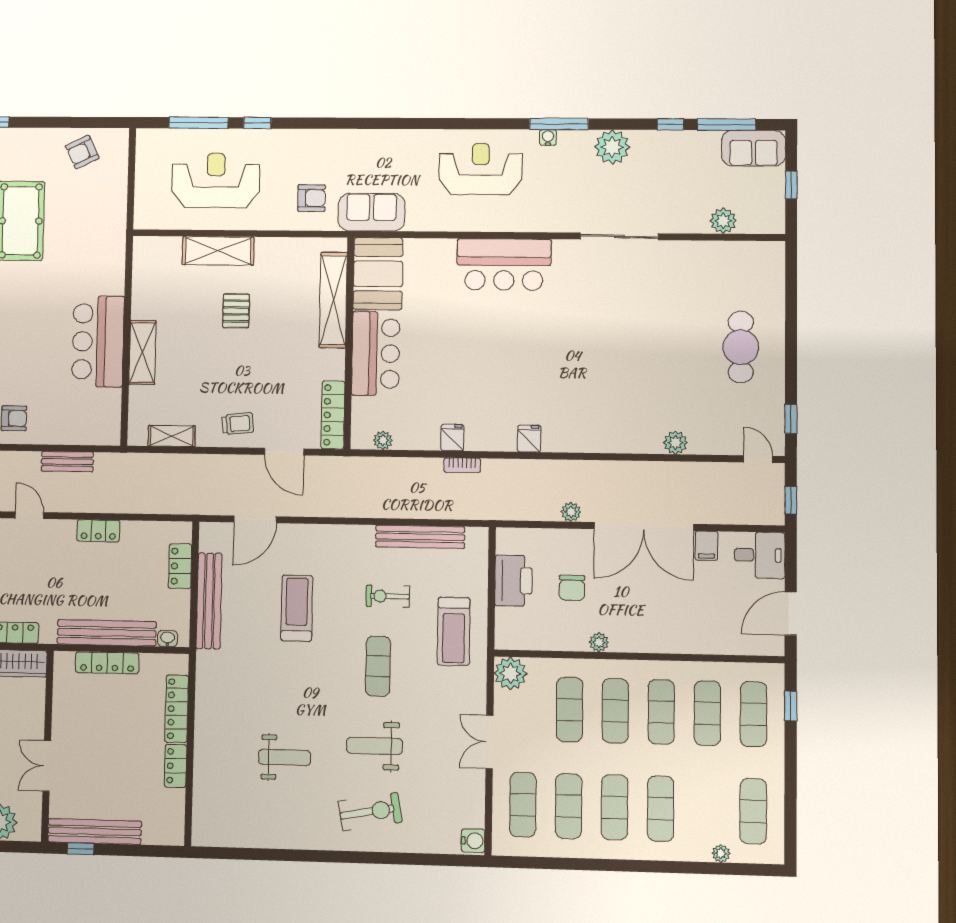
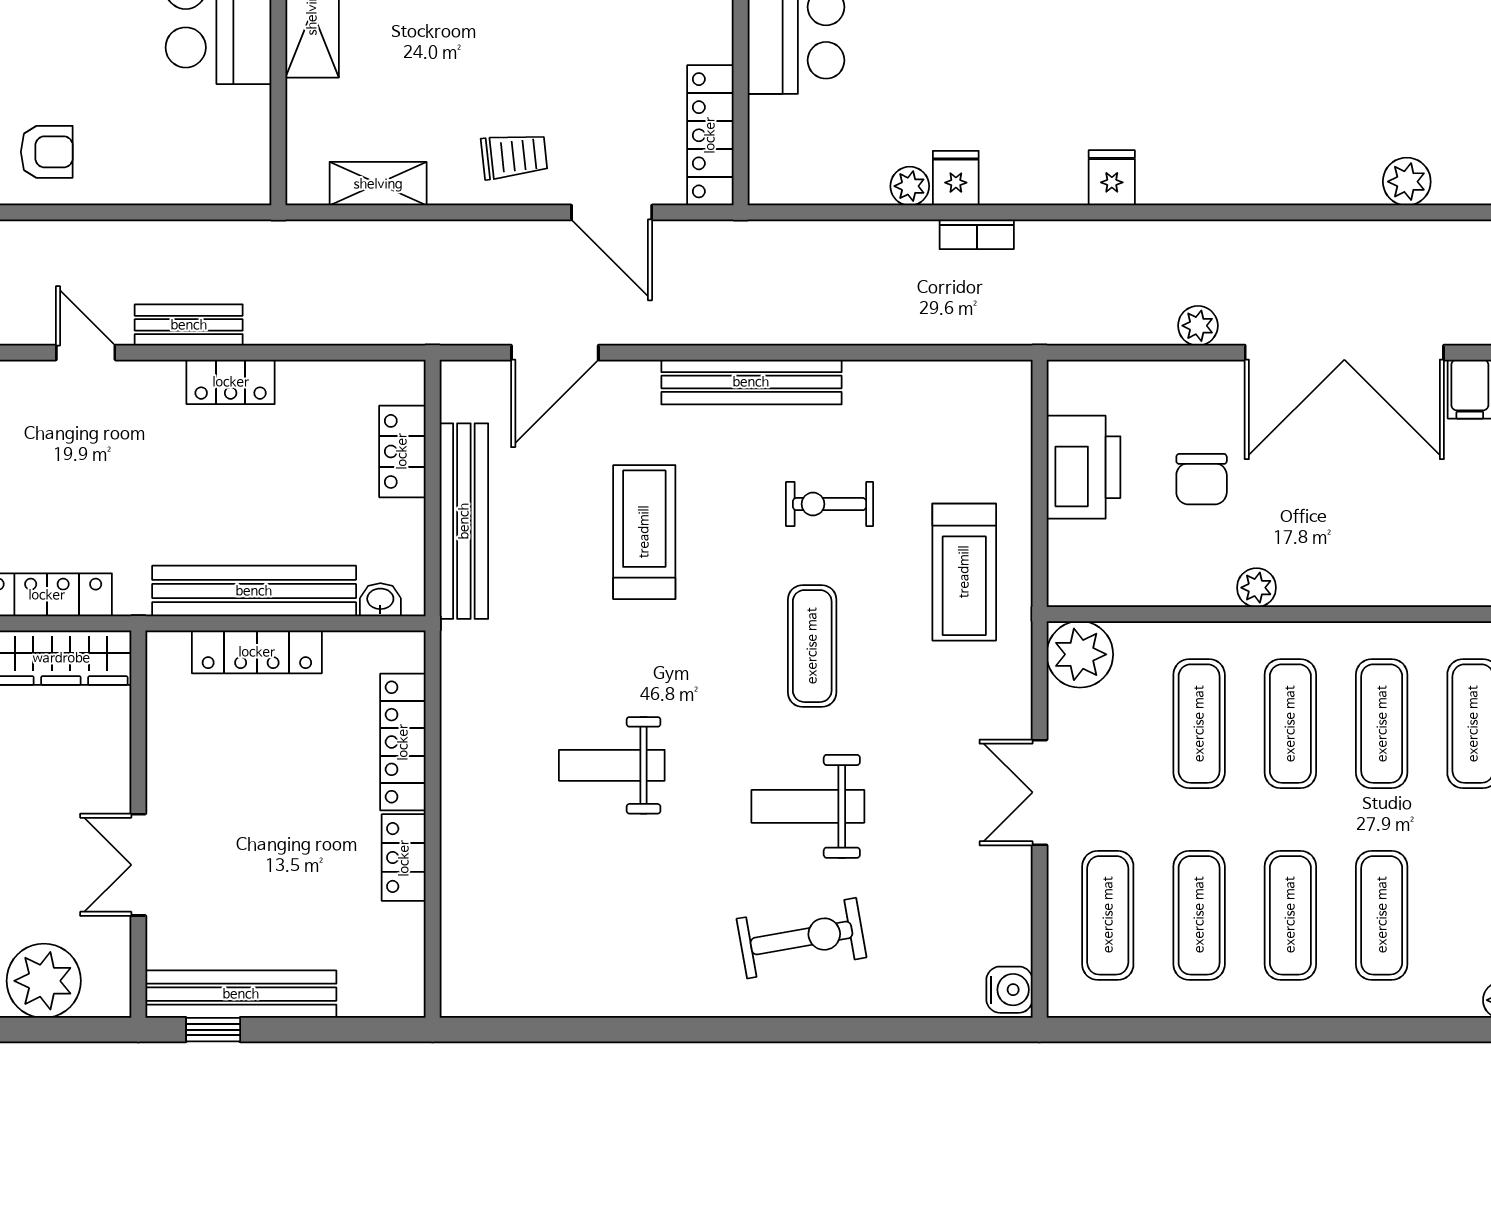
plant: (383, 440) -> (910, 186), moved
bench: (67, 462) -> (189, 325), moved
bench: (420, 537) -> (751, 382), moved
weight bench: (284, 757) -> (612, 765), moved, turned 180

